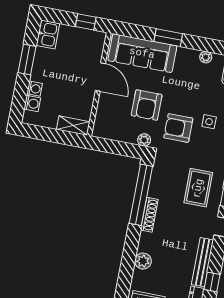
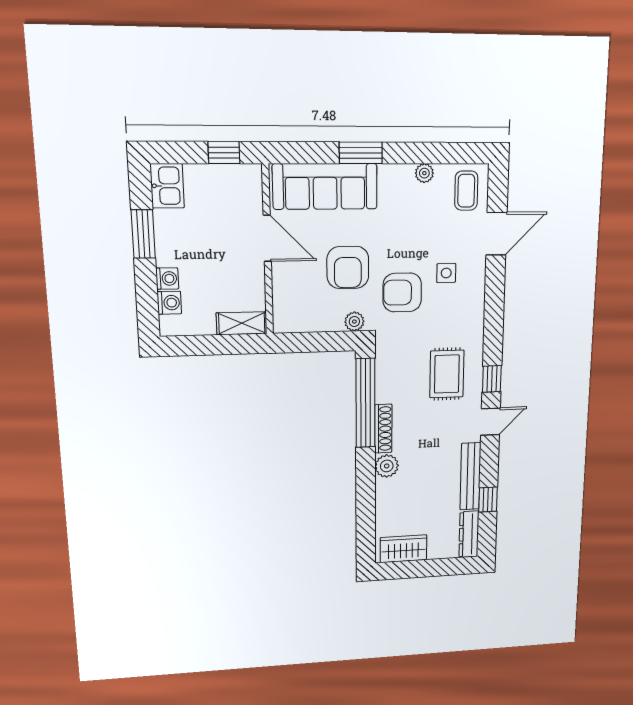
plant: (143, 261) -> (387, 466), moved

